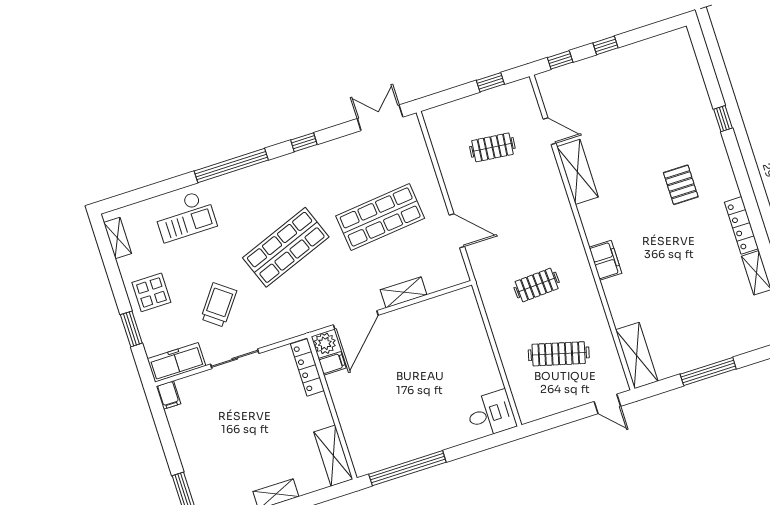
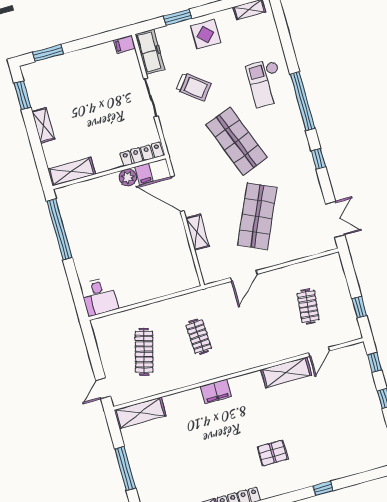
checkout: (185, 216) -> (266, 83), moved
shop shelf: (380, 217) -> (257, 216), turned 30
plant: (325, 343) -> (128, 177), moved

